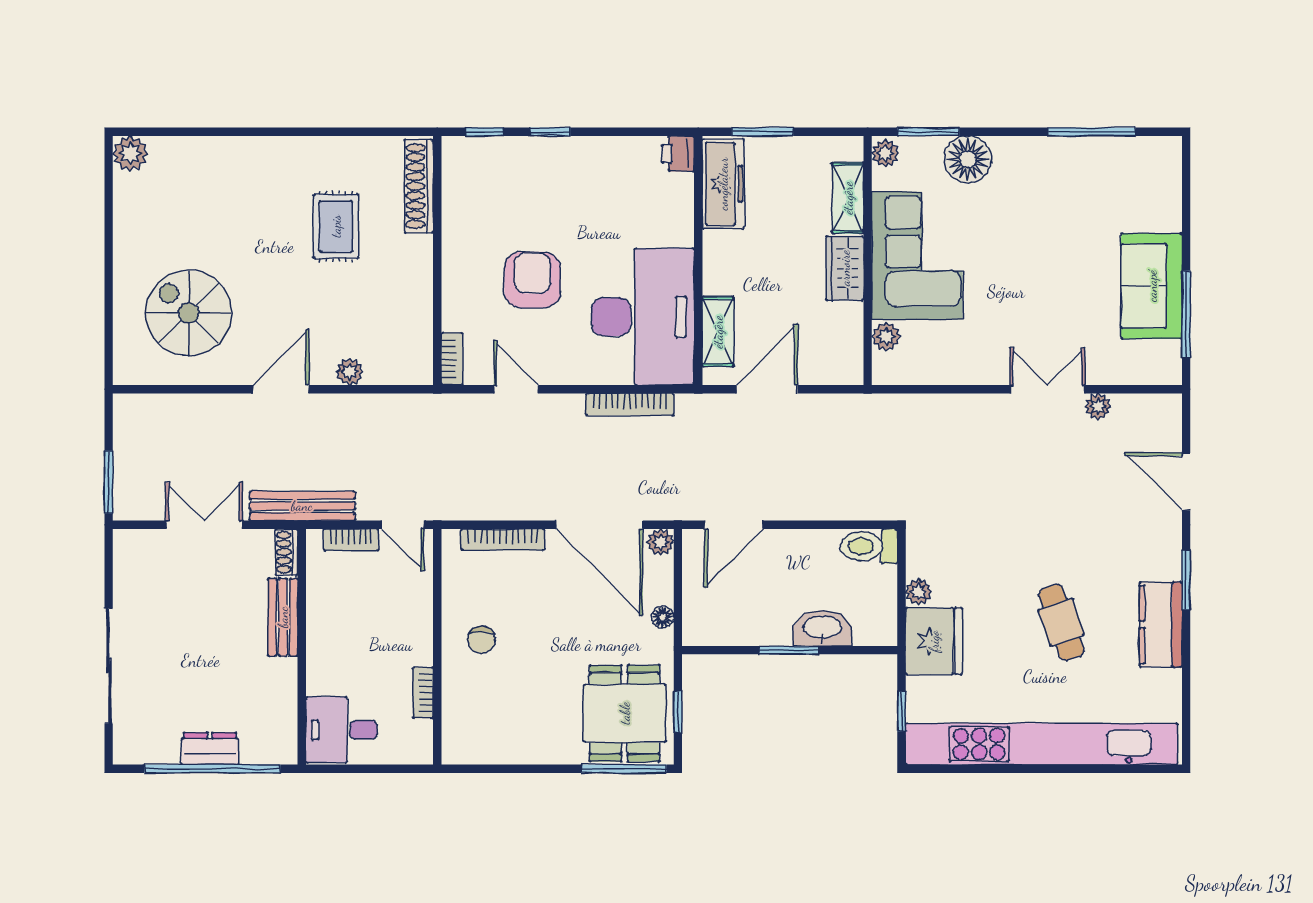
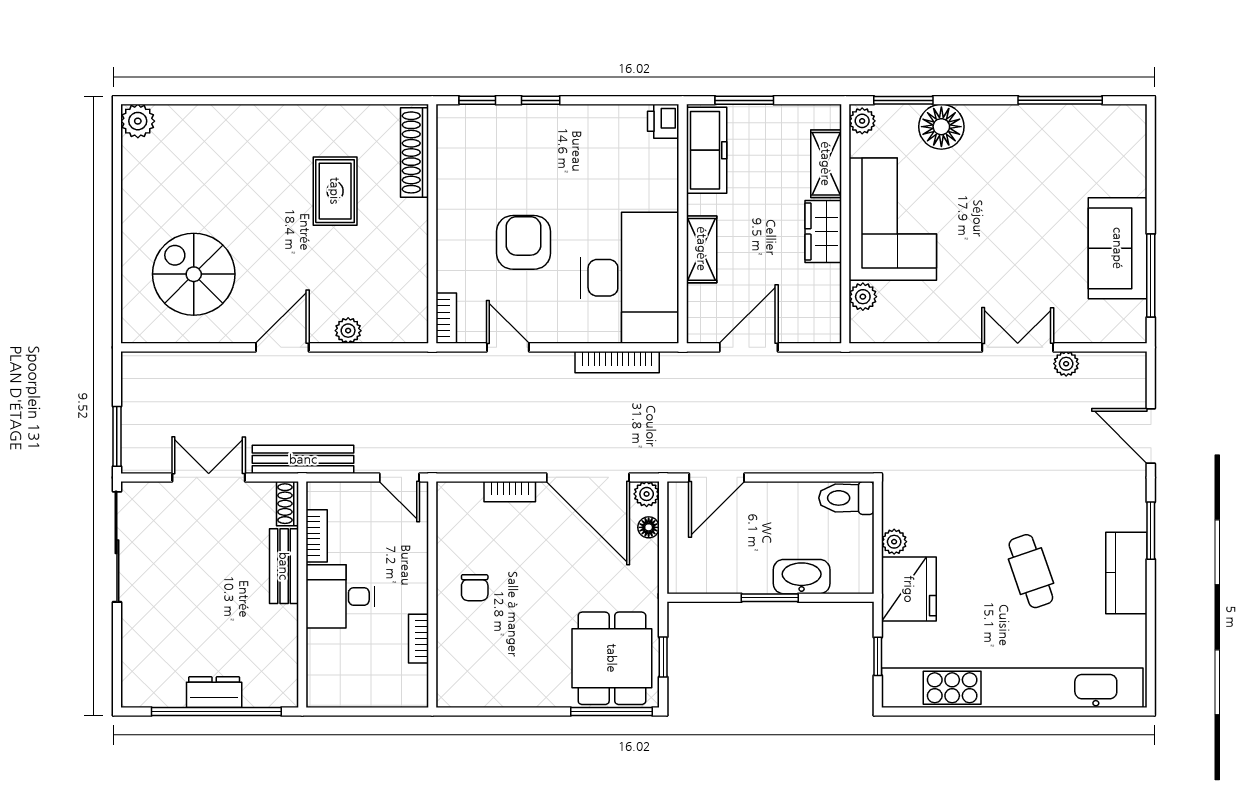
shelving: (718, 332) -> (702, 249), moved
bookcase: (351, 540) -> (317, 536), moved, turned -90
bookcase: (503, 540) -> (510, 492), width x0.64
floor lamp: (663, 617) -> (649, 527), moved
sliding door: (109, 666) -> (117, 547), moved
desk: (341, 730) -> (340, 596), moved

